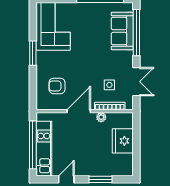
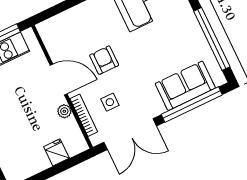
double door: (136, 82) -> (130, 134), width x1.37
armchair: (57, 86) -> (104, 60), moved
fridge: (123, 141) -> (56, 152), width x0.53, depth x0.75

